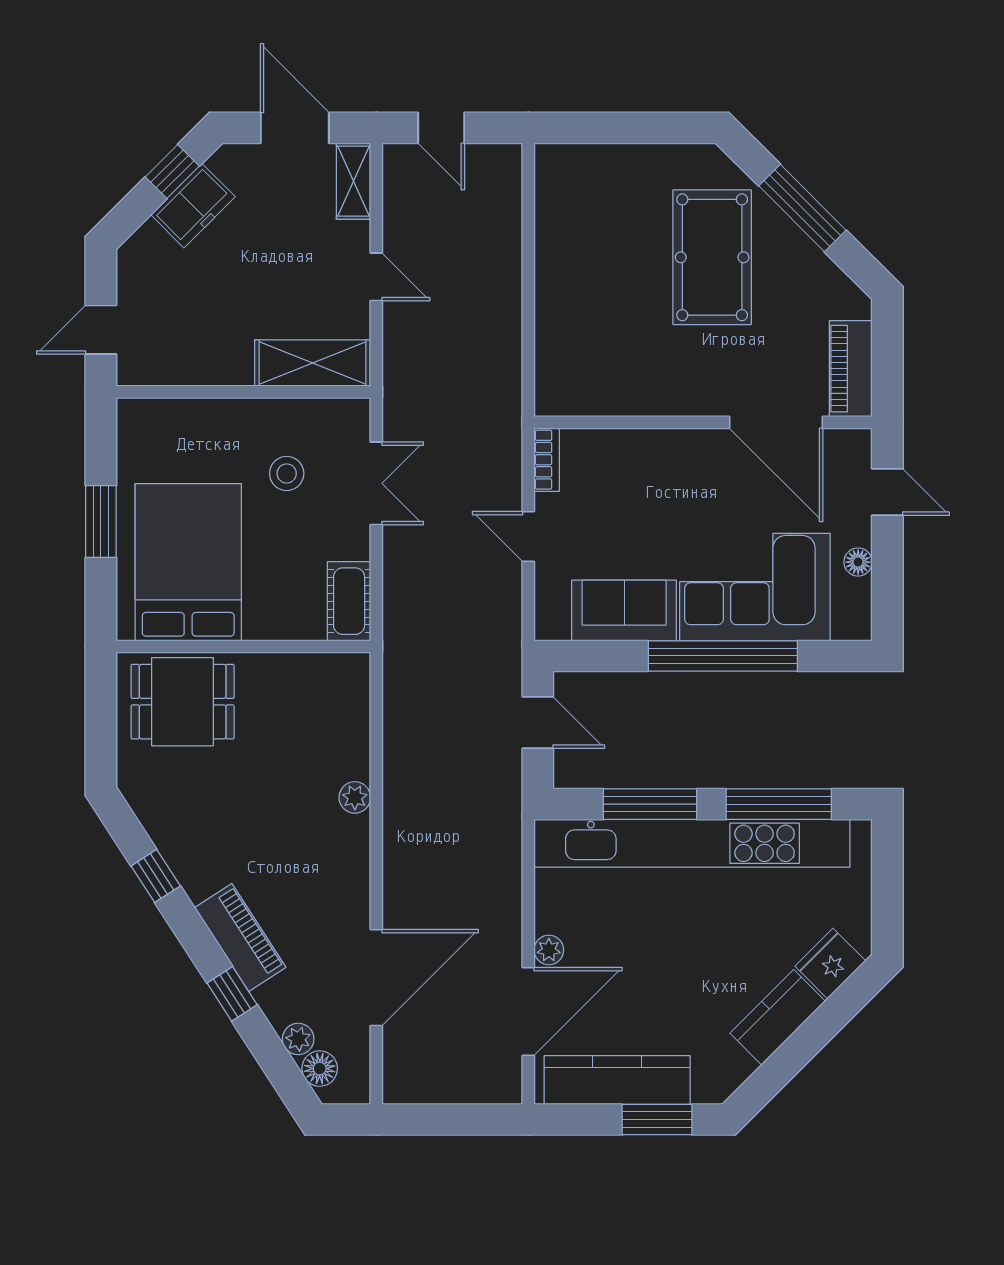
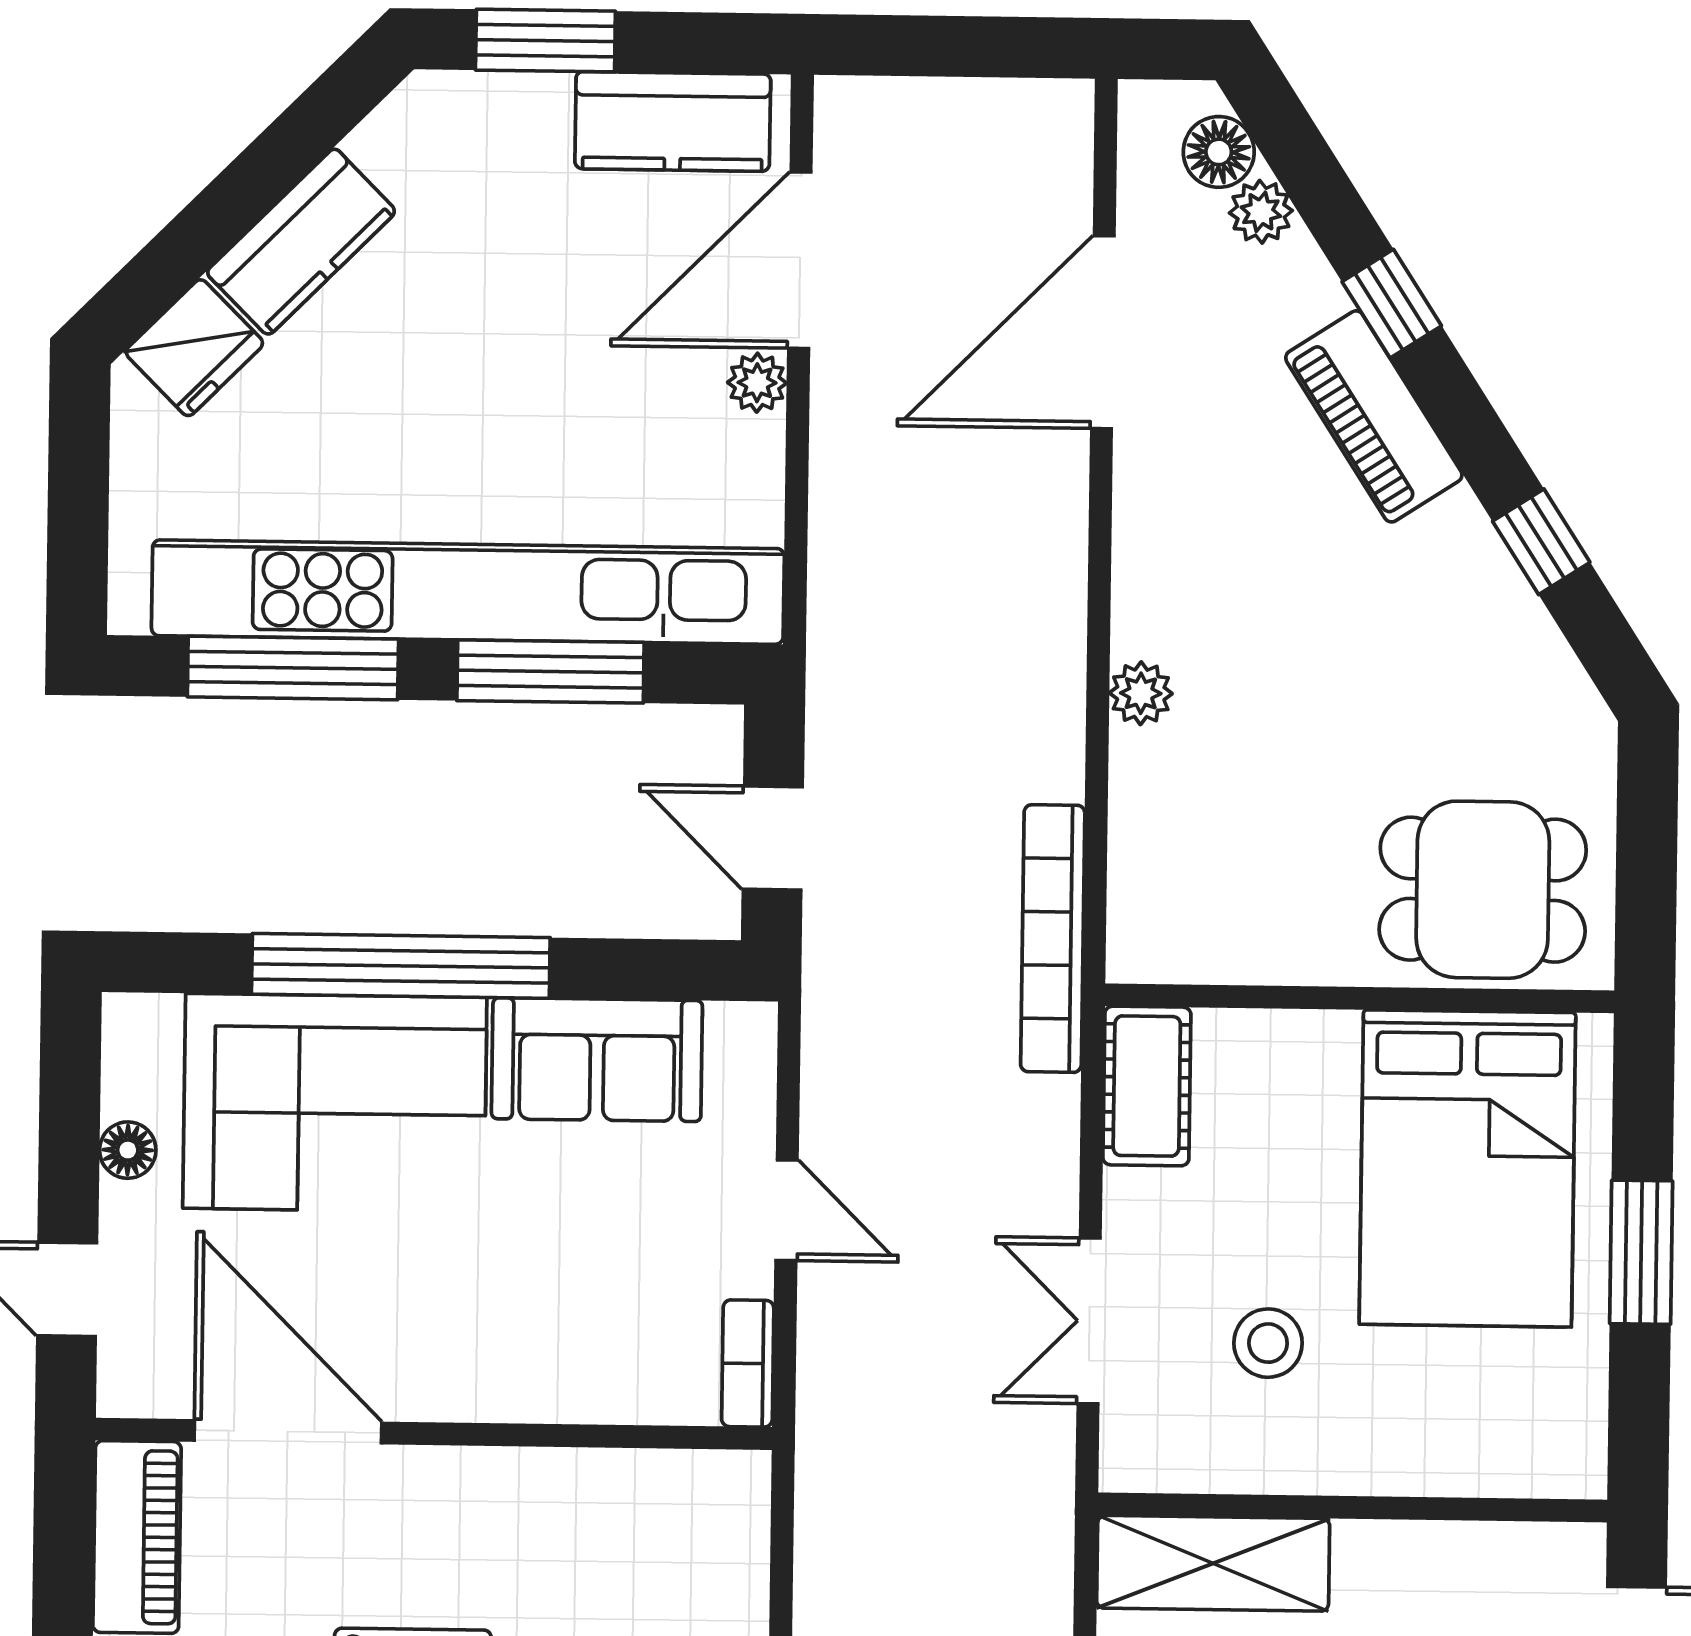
bookcase: (397, 674) -> (1053, 939), added
kitchen counter: (617, 1080) -> (673, 121), width x0.67

